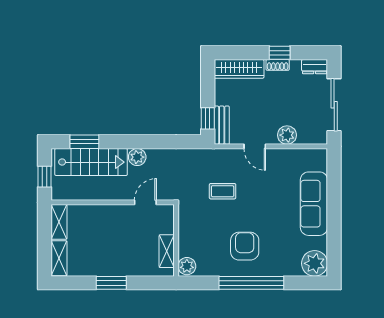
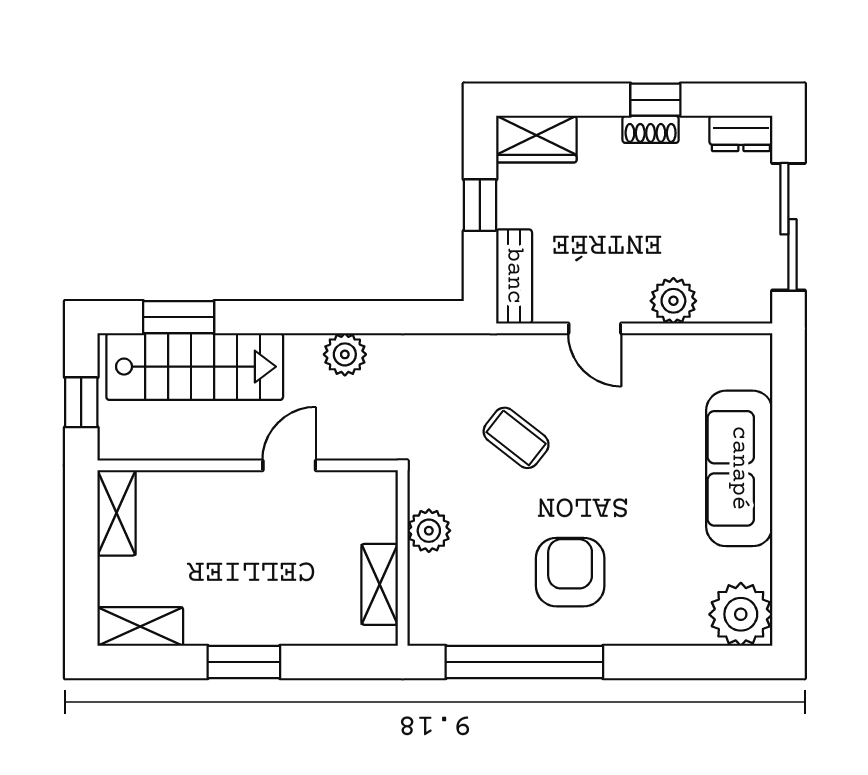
wardrobe: (239, 69) -> (536, 139), width x0.67
window: (208, 118) -> (480, 205), moved
plant: (137, 157) -> (345, 354), moved
coffee table: (223, 191) -> (516, 438), turned 38
door: (145, 202) -> (289, 465), moved
shelving: (59, 258) -> (140, 627), moved, turned 90
plant: (187, 266) -> (429, 531), moved
window: (251, 283) -> (524, 662), moved

